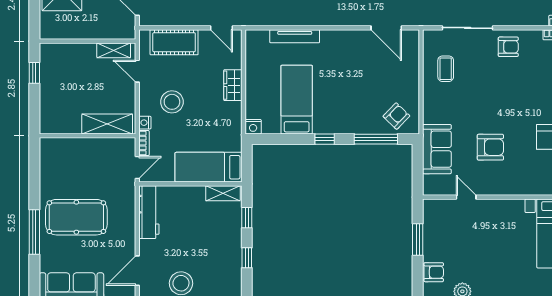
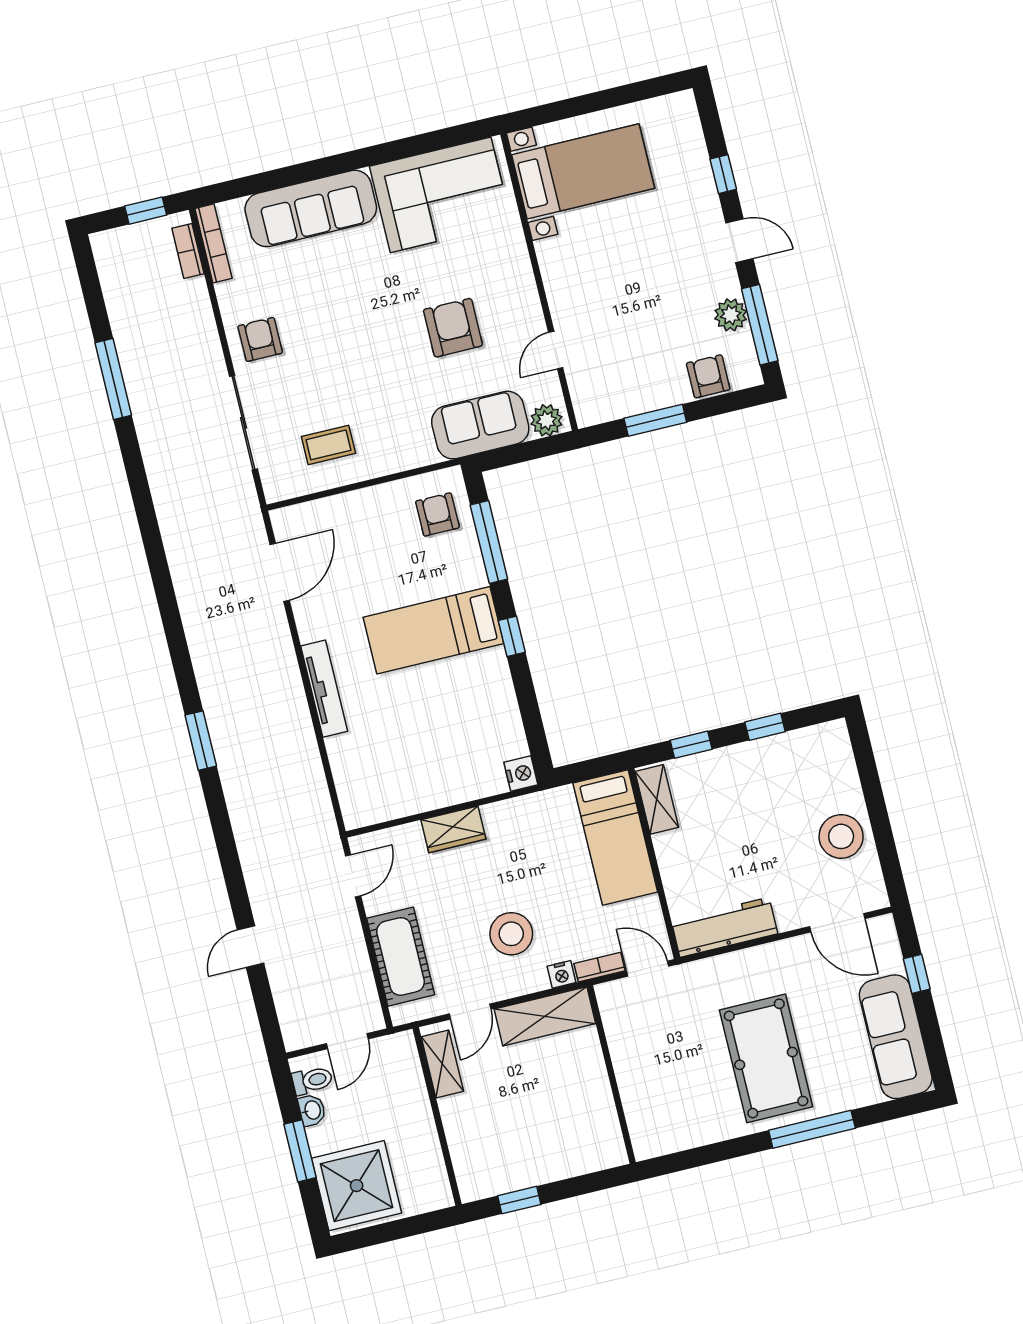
tv unit: (295, 36) -> (324, 689), moved
bed: (297, 100) -> (433, 630), moved
armchair: (396, 116) -> (437, 514), turned 46
shelving: (107, 124) -> (545, 1016), moved, turned 90
plant: (431, 184) -> (546, 420), added

